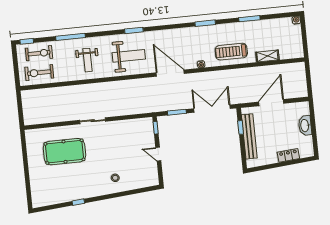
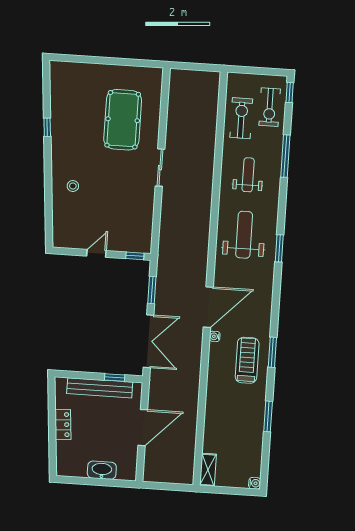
treadmill: (231, 52) -> (247, 360), moved
weight bench: (129, 56) -> (244, 235), turned 180
shelving: (267, 56) -> (208, 470), moved
weight bench: (88, 60) -> (248, 175), turned 90
exercise bike: (39, 73) -> (241, 118), moved
door: (170, 73) -> (208, 307), moved
door: (271, 103) -> (143, 428), hinge flipped
locker: (288, 155) -> (63, 425), moved

